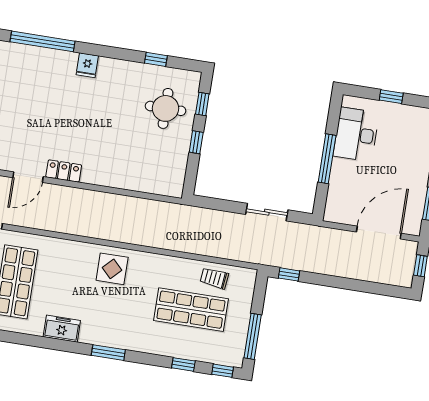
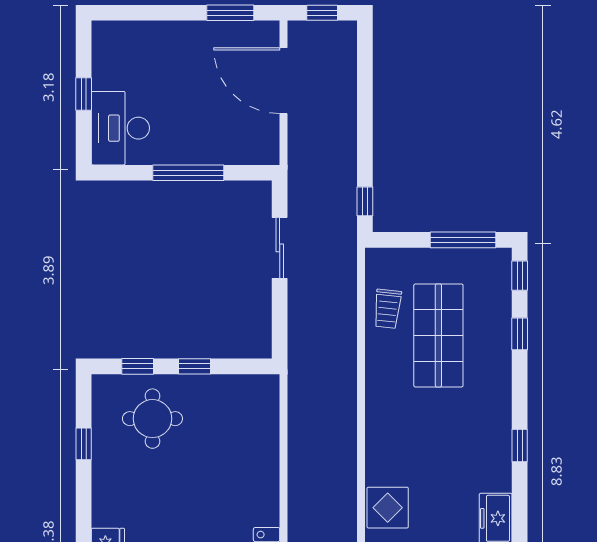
desk: (356, 134) -> (120, 128), moved, turned 90
display table: (112, 269) -> (388, 508), moved
window: (108, 353) -> (520, 445), width x0.67

